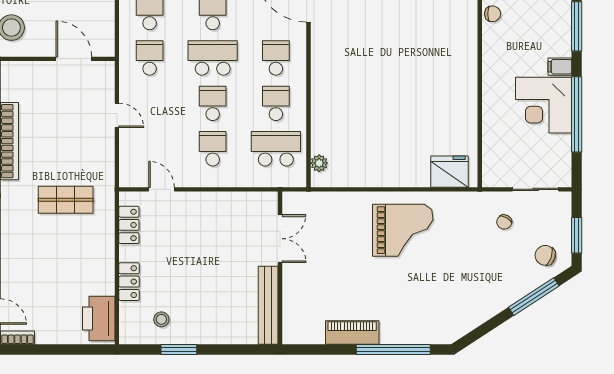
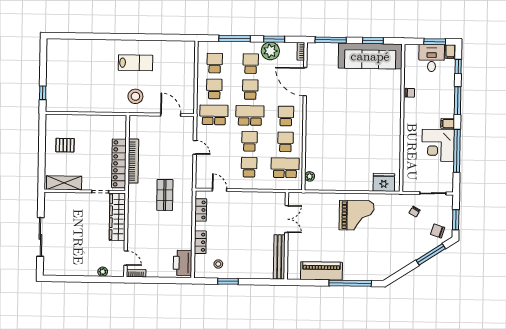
school desk: (150, 58) -> (214, 115), width x1.85
shop shelf: (66, 200) -> (165, 195), turned 90
piano: (352, 332) -> (321, 271), width x1.37, depth x1.33

